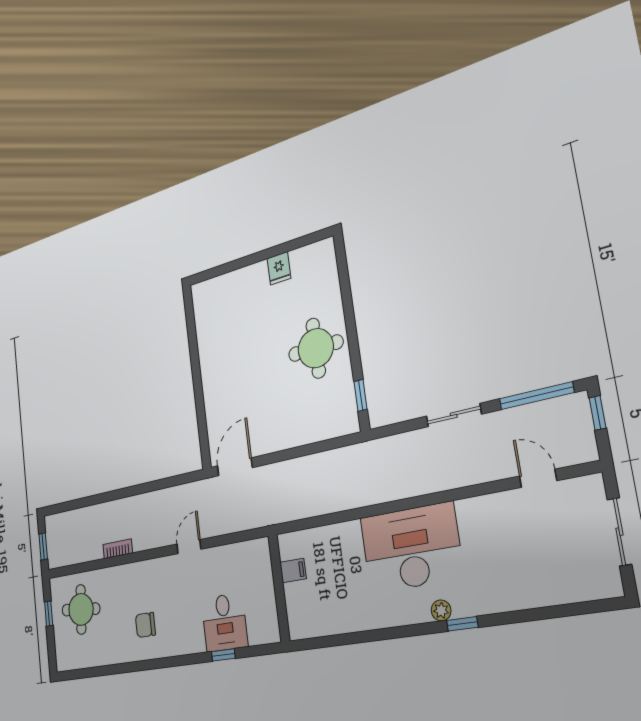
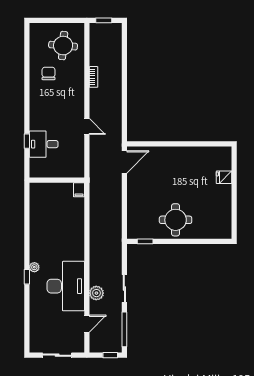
fridge: (279, 268) -> (224, 177), moved
door: (235, 467) -> (124, 162), hinge flipped
plant: (472, 471) -> (96, 293), added
desk: (411, 548) -> (66, 286), moved
filing cabinet: (293, 571) -> (79, 190), moved
window: (49, 614) -> (64, 20), removed
chair: (145, 625) -> (49, 73), moved

